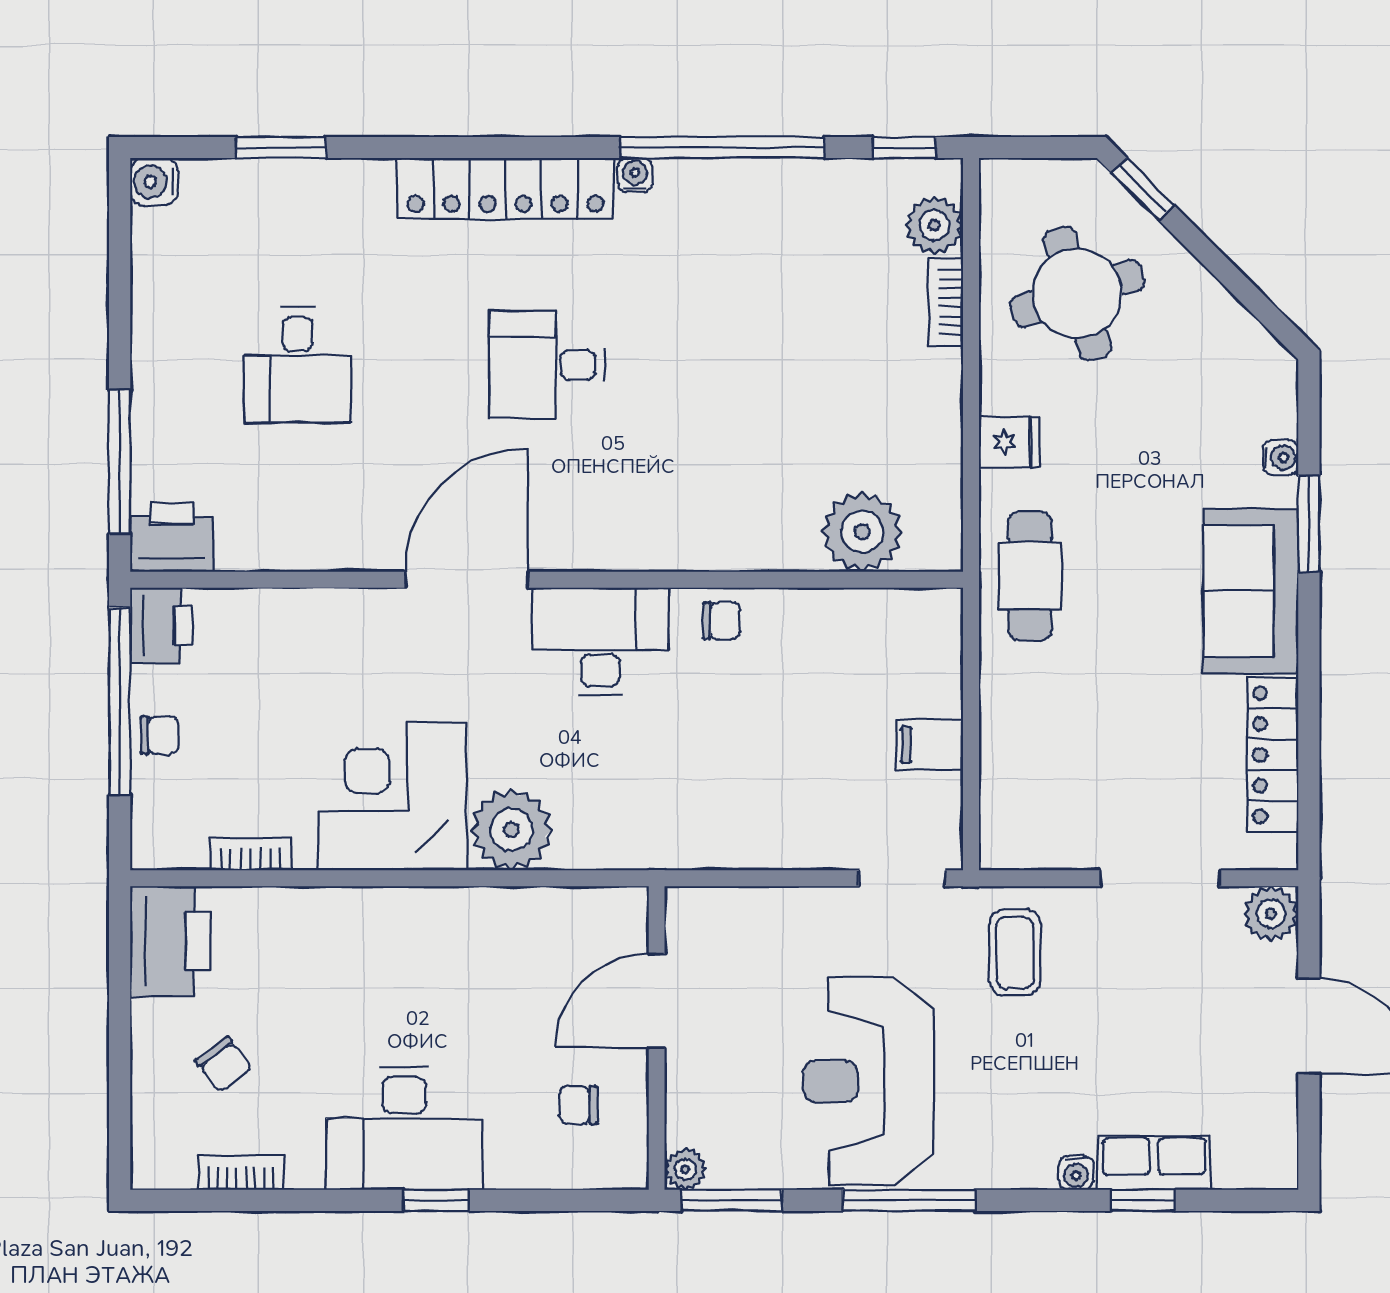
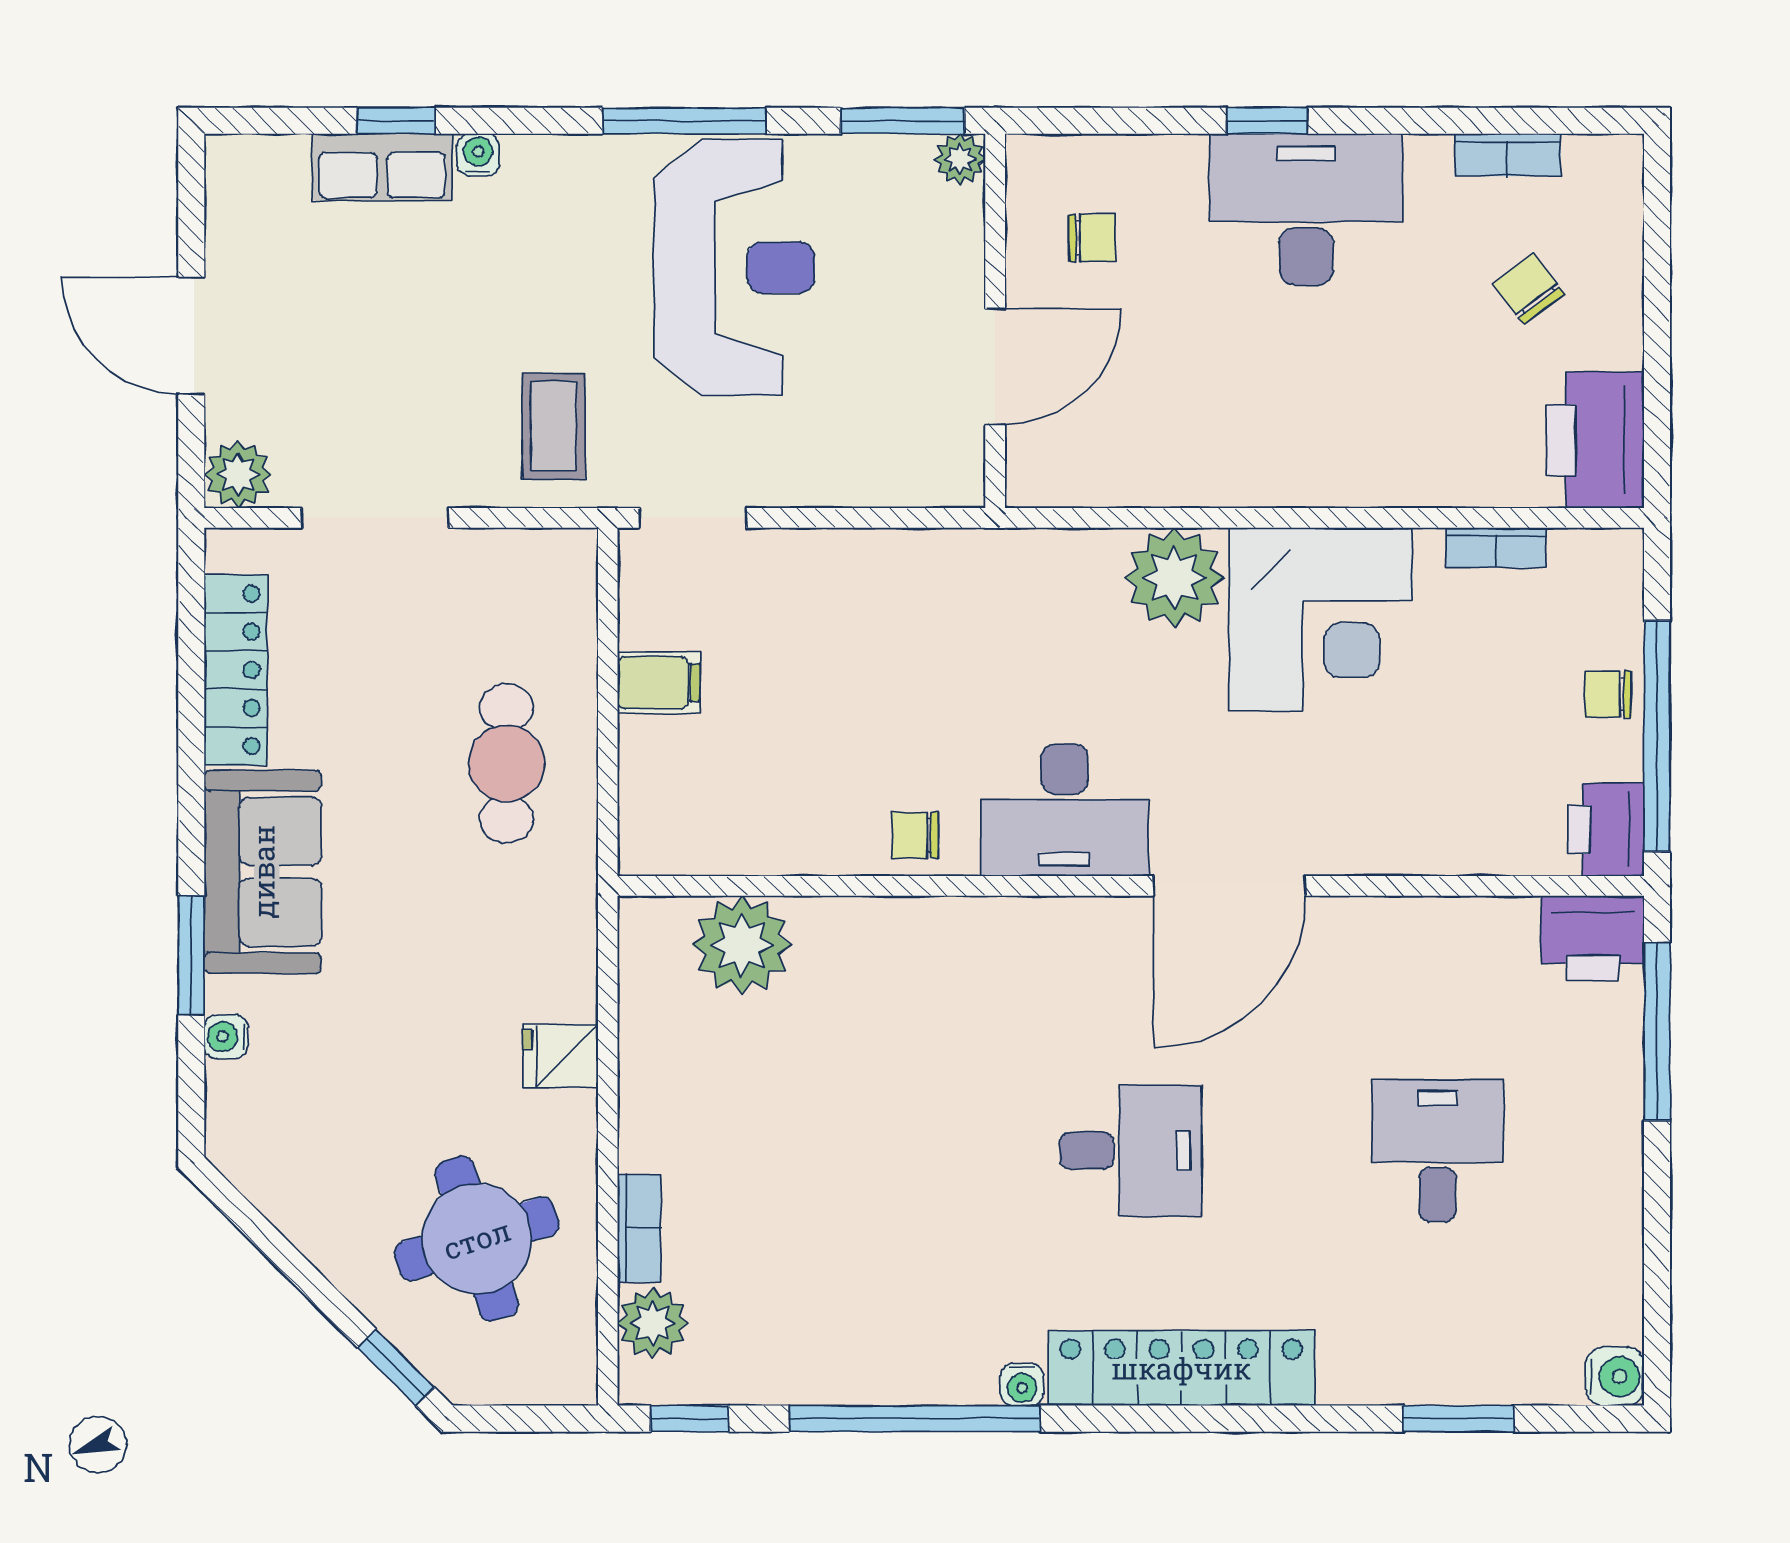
cafe table: (1030, 576) -> (507, 763), moved

